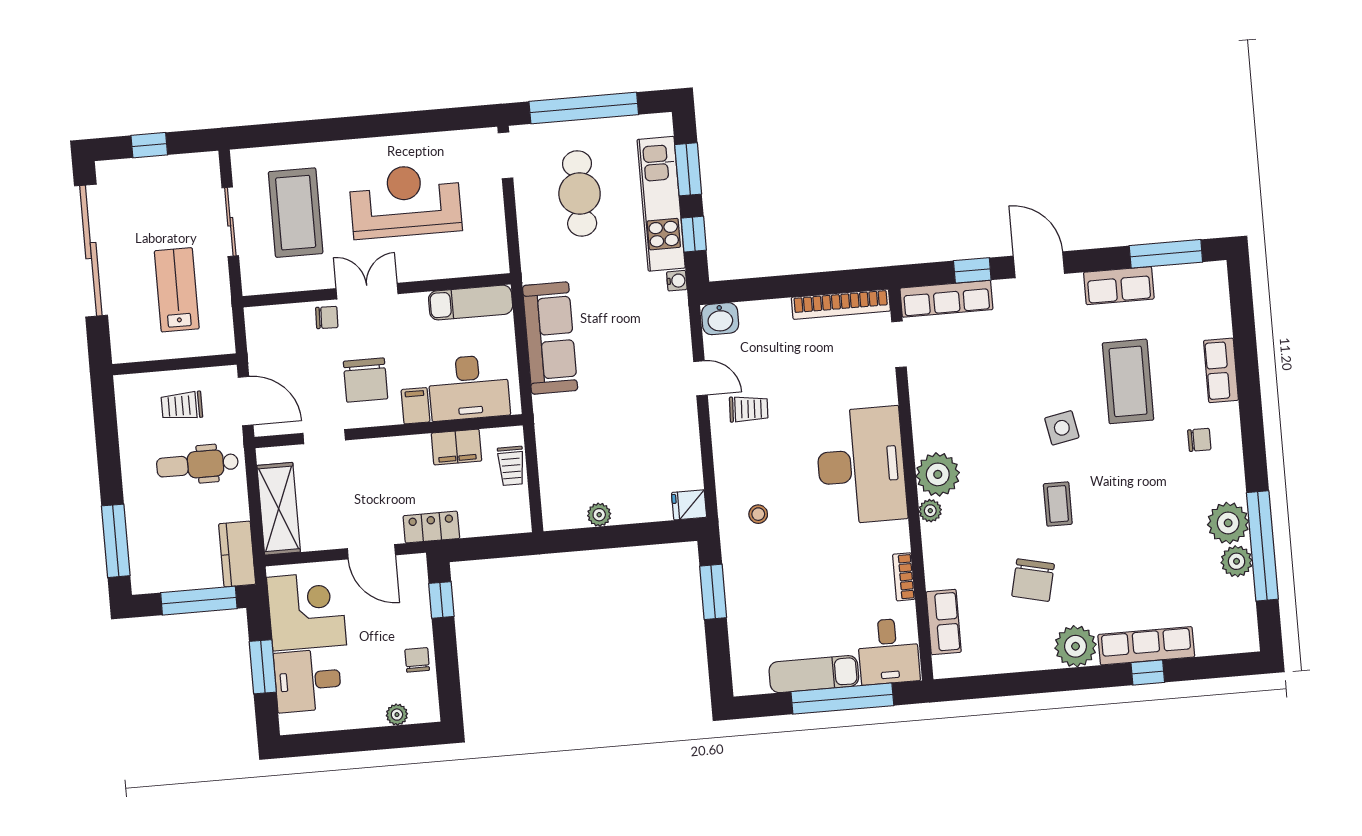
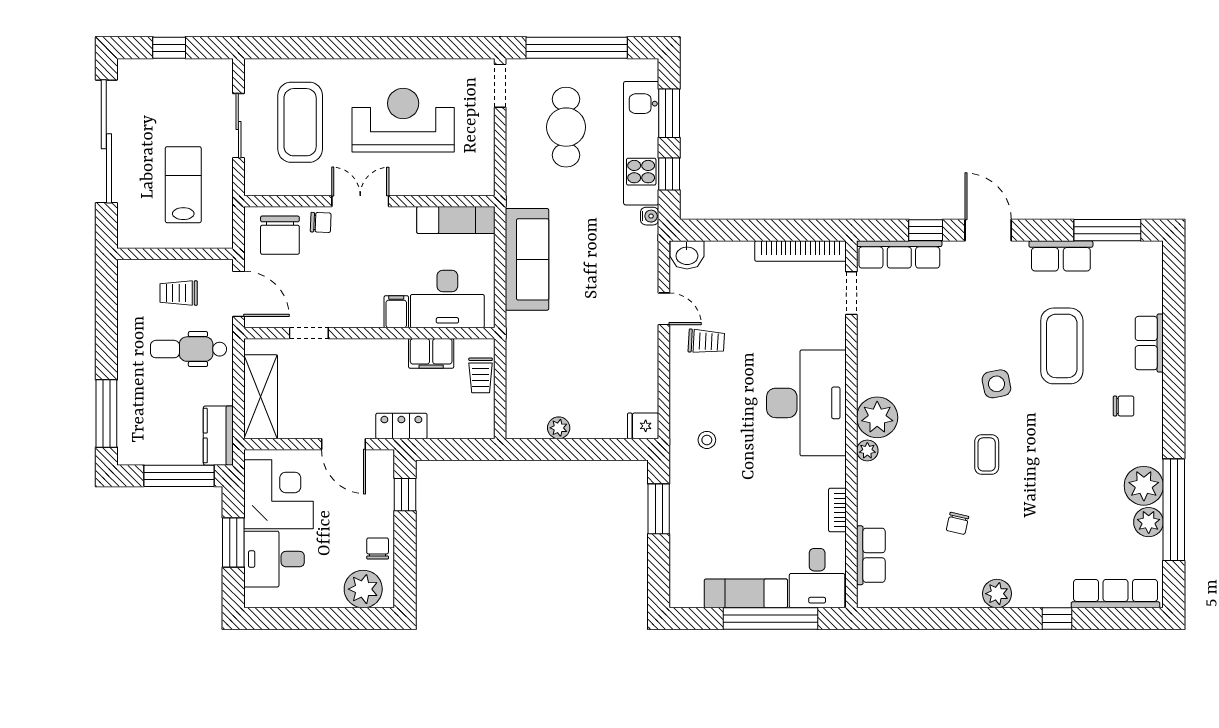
chair: (366, 380) -> (280, 235), moved
chair: (1033, 580) -> (958, 523), width x0.54, depth x0.54
plant: (1076, 646) -> (997, 594), width x0.73, depth x0.73
row of seats: (1146, 646) -> (1116, 594), moved
plant: (397, 715) -> (363, 589), width x1.87, depth x1.87

